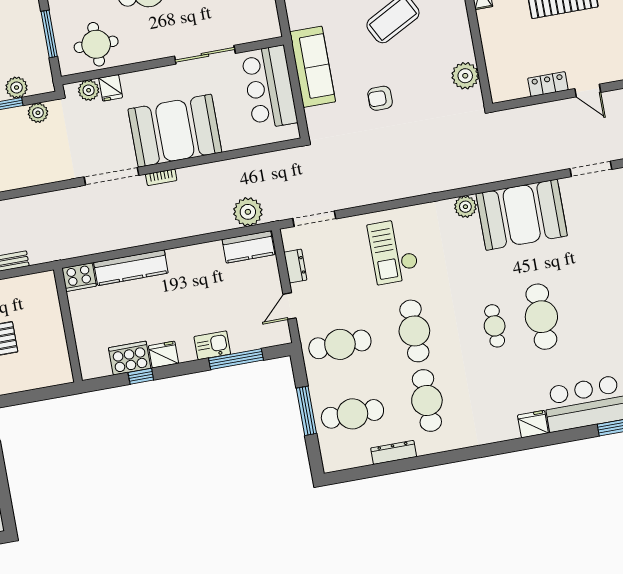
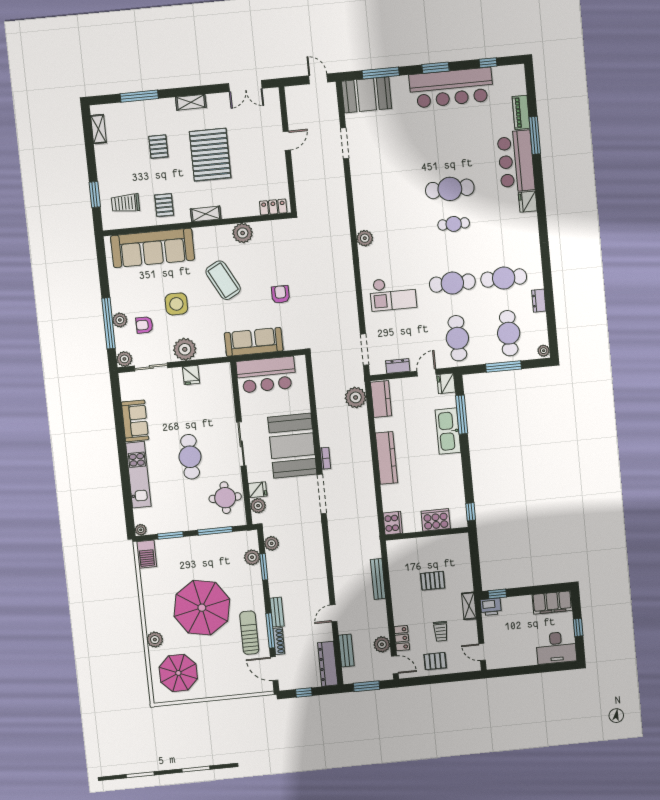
sliding door: (205, 55) -> (241, 444), moved
plant: (465, 76) -> (243, 233), moved
locker: (548, 84) -> (273, 207), moved, turned 90
armchair: (380, 98) -> (280, 294), turned 180
booth: (522, 215) -> (374, 197), removed
kitchen counter: (131, 268) -> (386, 458), moved
door: (290, 306) -> (426, 373), swing flipped
kitchen sink: (212, 345) -> (448, 431), width x1.87, depth x1.24
fridge: (164, 355) -> (446, 383), moved
cooker: (130, 358) -> (436, 520), moved, turned 90
window: (141, 376) -> (471, 512), moved
dresser: (394, 452) -> (539, 301), width x0.70
plant: (333, 464) -> (544, 351), added

